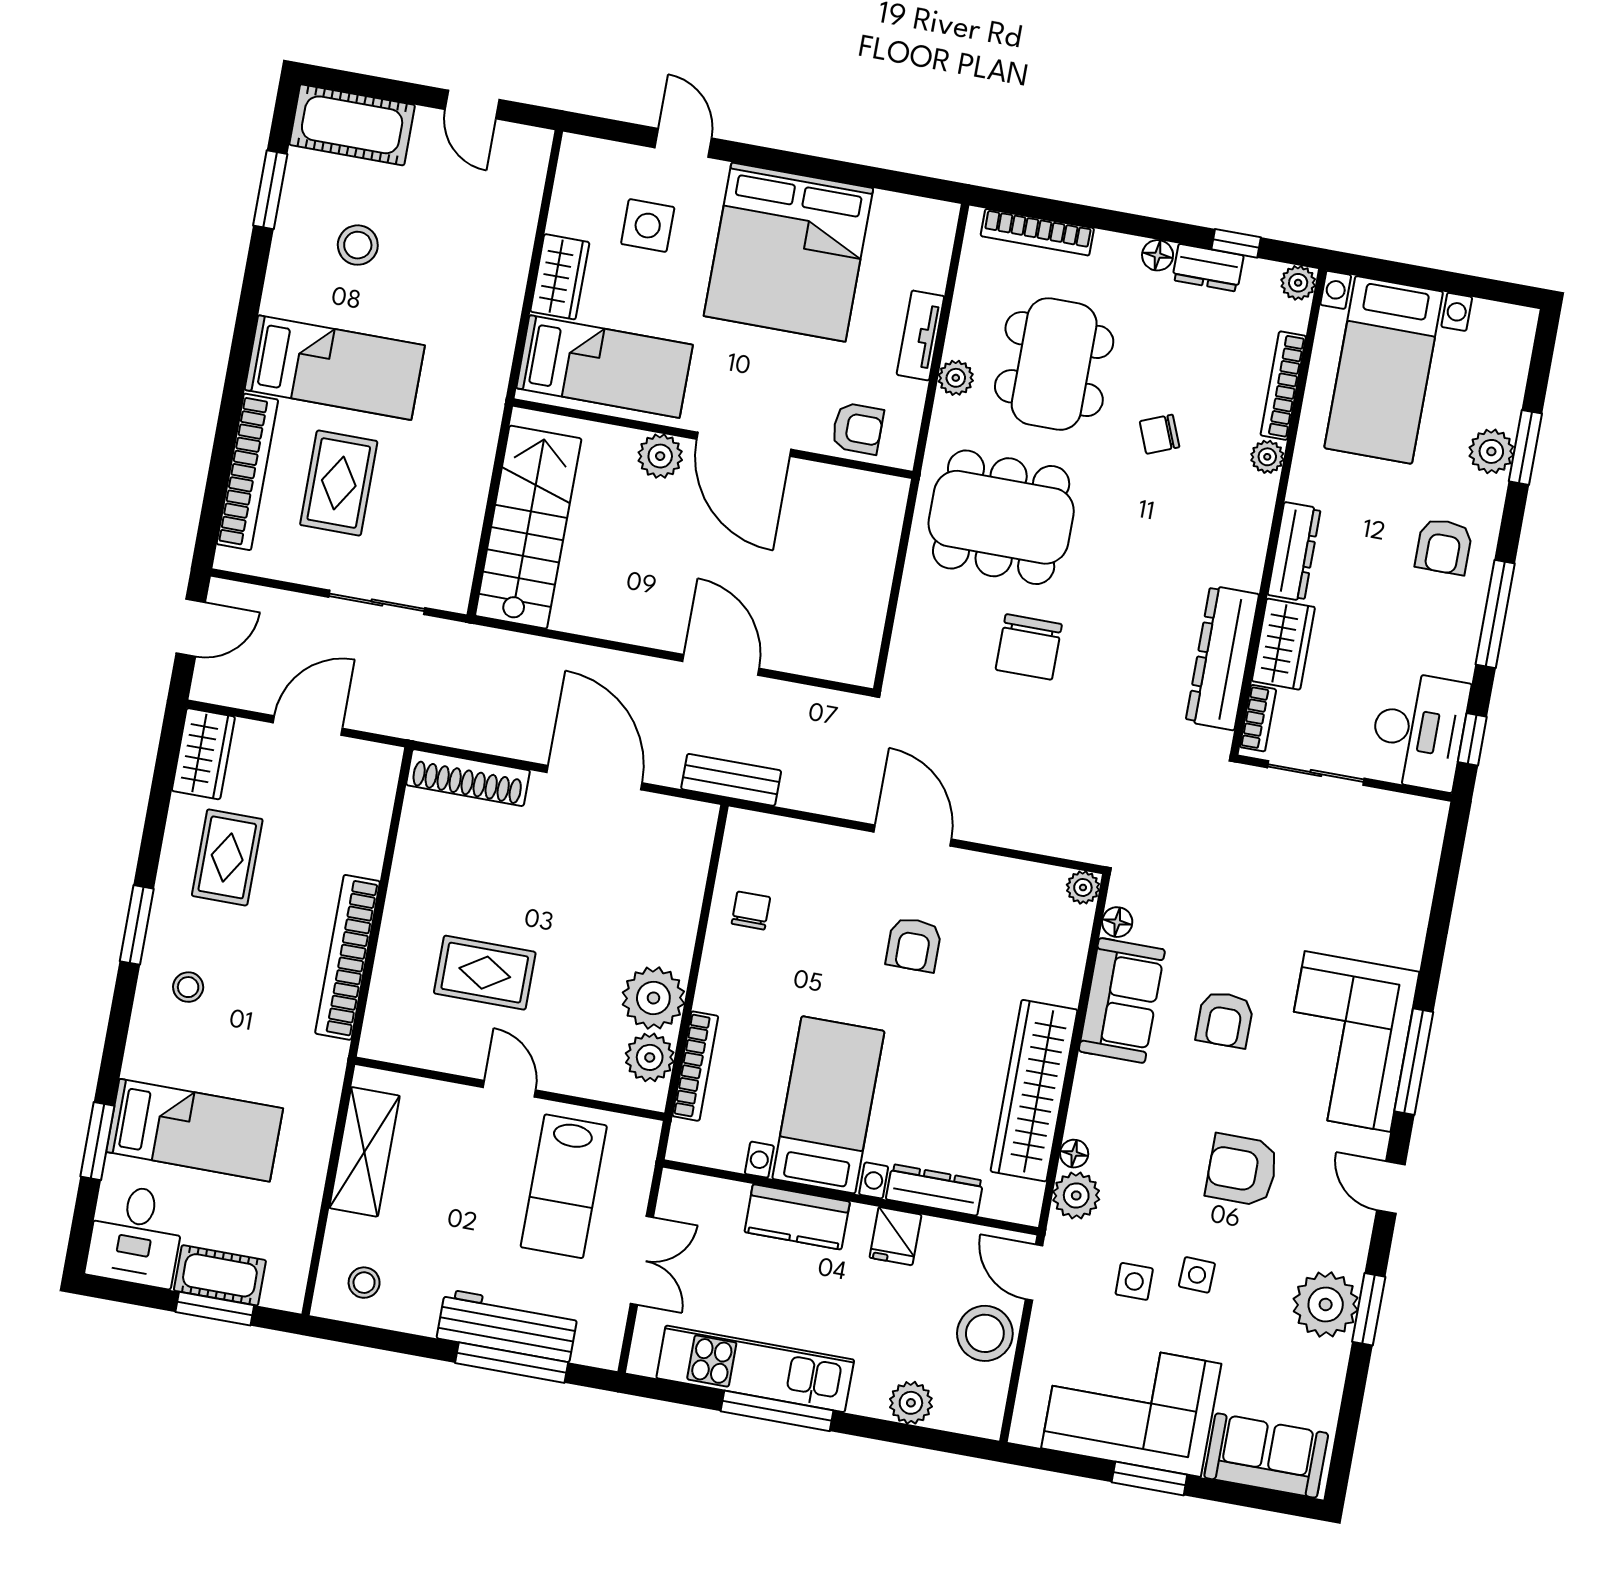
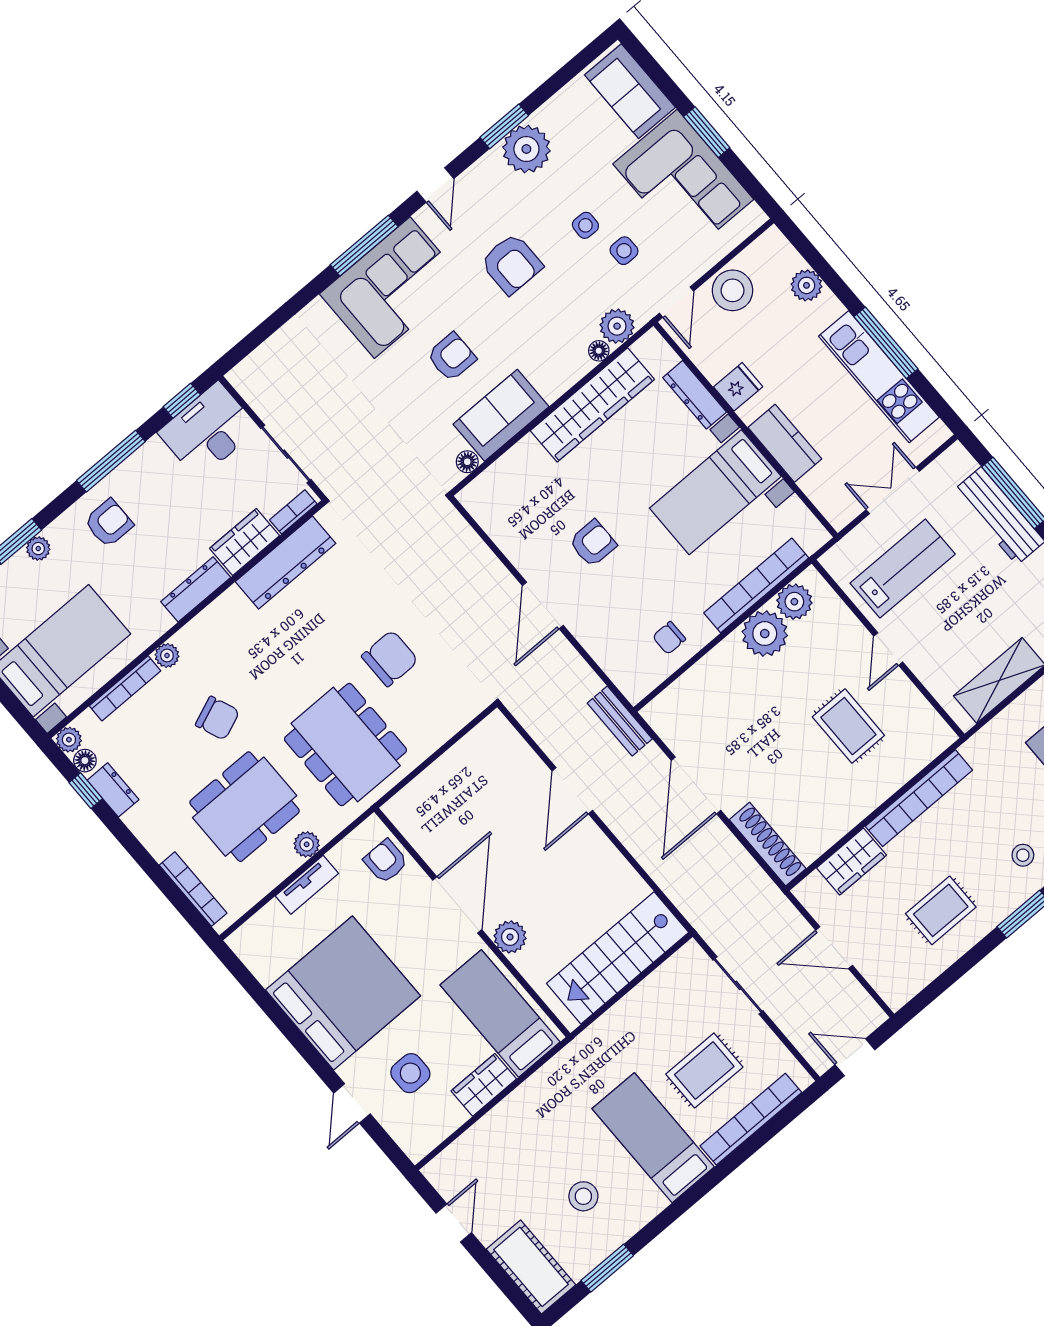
floor lamp: (1158, 255) -> (85, 761), moved
chair: (1160, 434) -> (217, 718), width x1.37, depth x1.37
plant: (1491, 451) -> (38, 549), width x0.73, depth x0.73
wardrobe: (203, 754) -> (851, 862), moved, turned 180
plant: (1083, 887) -> (471, 497), removed
bookcase: (695, 1066) -> (756, 585), width x1.48, depth x1.31

